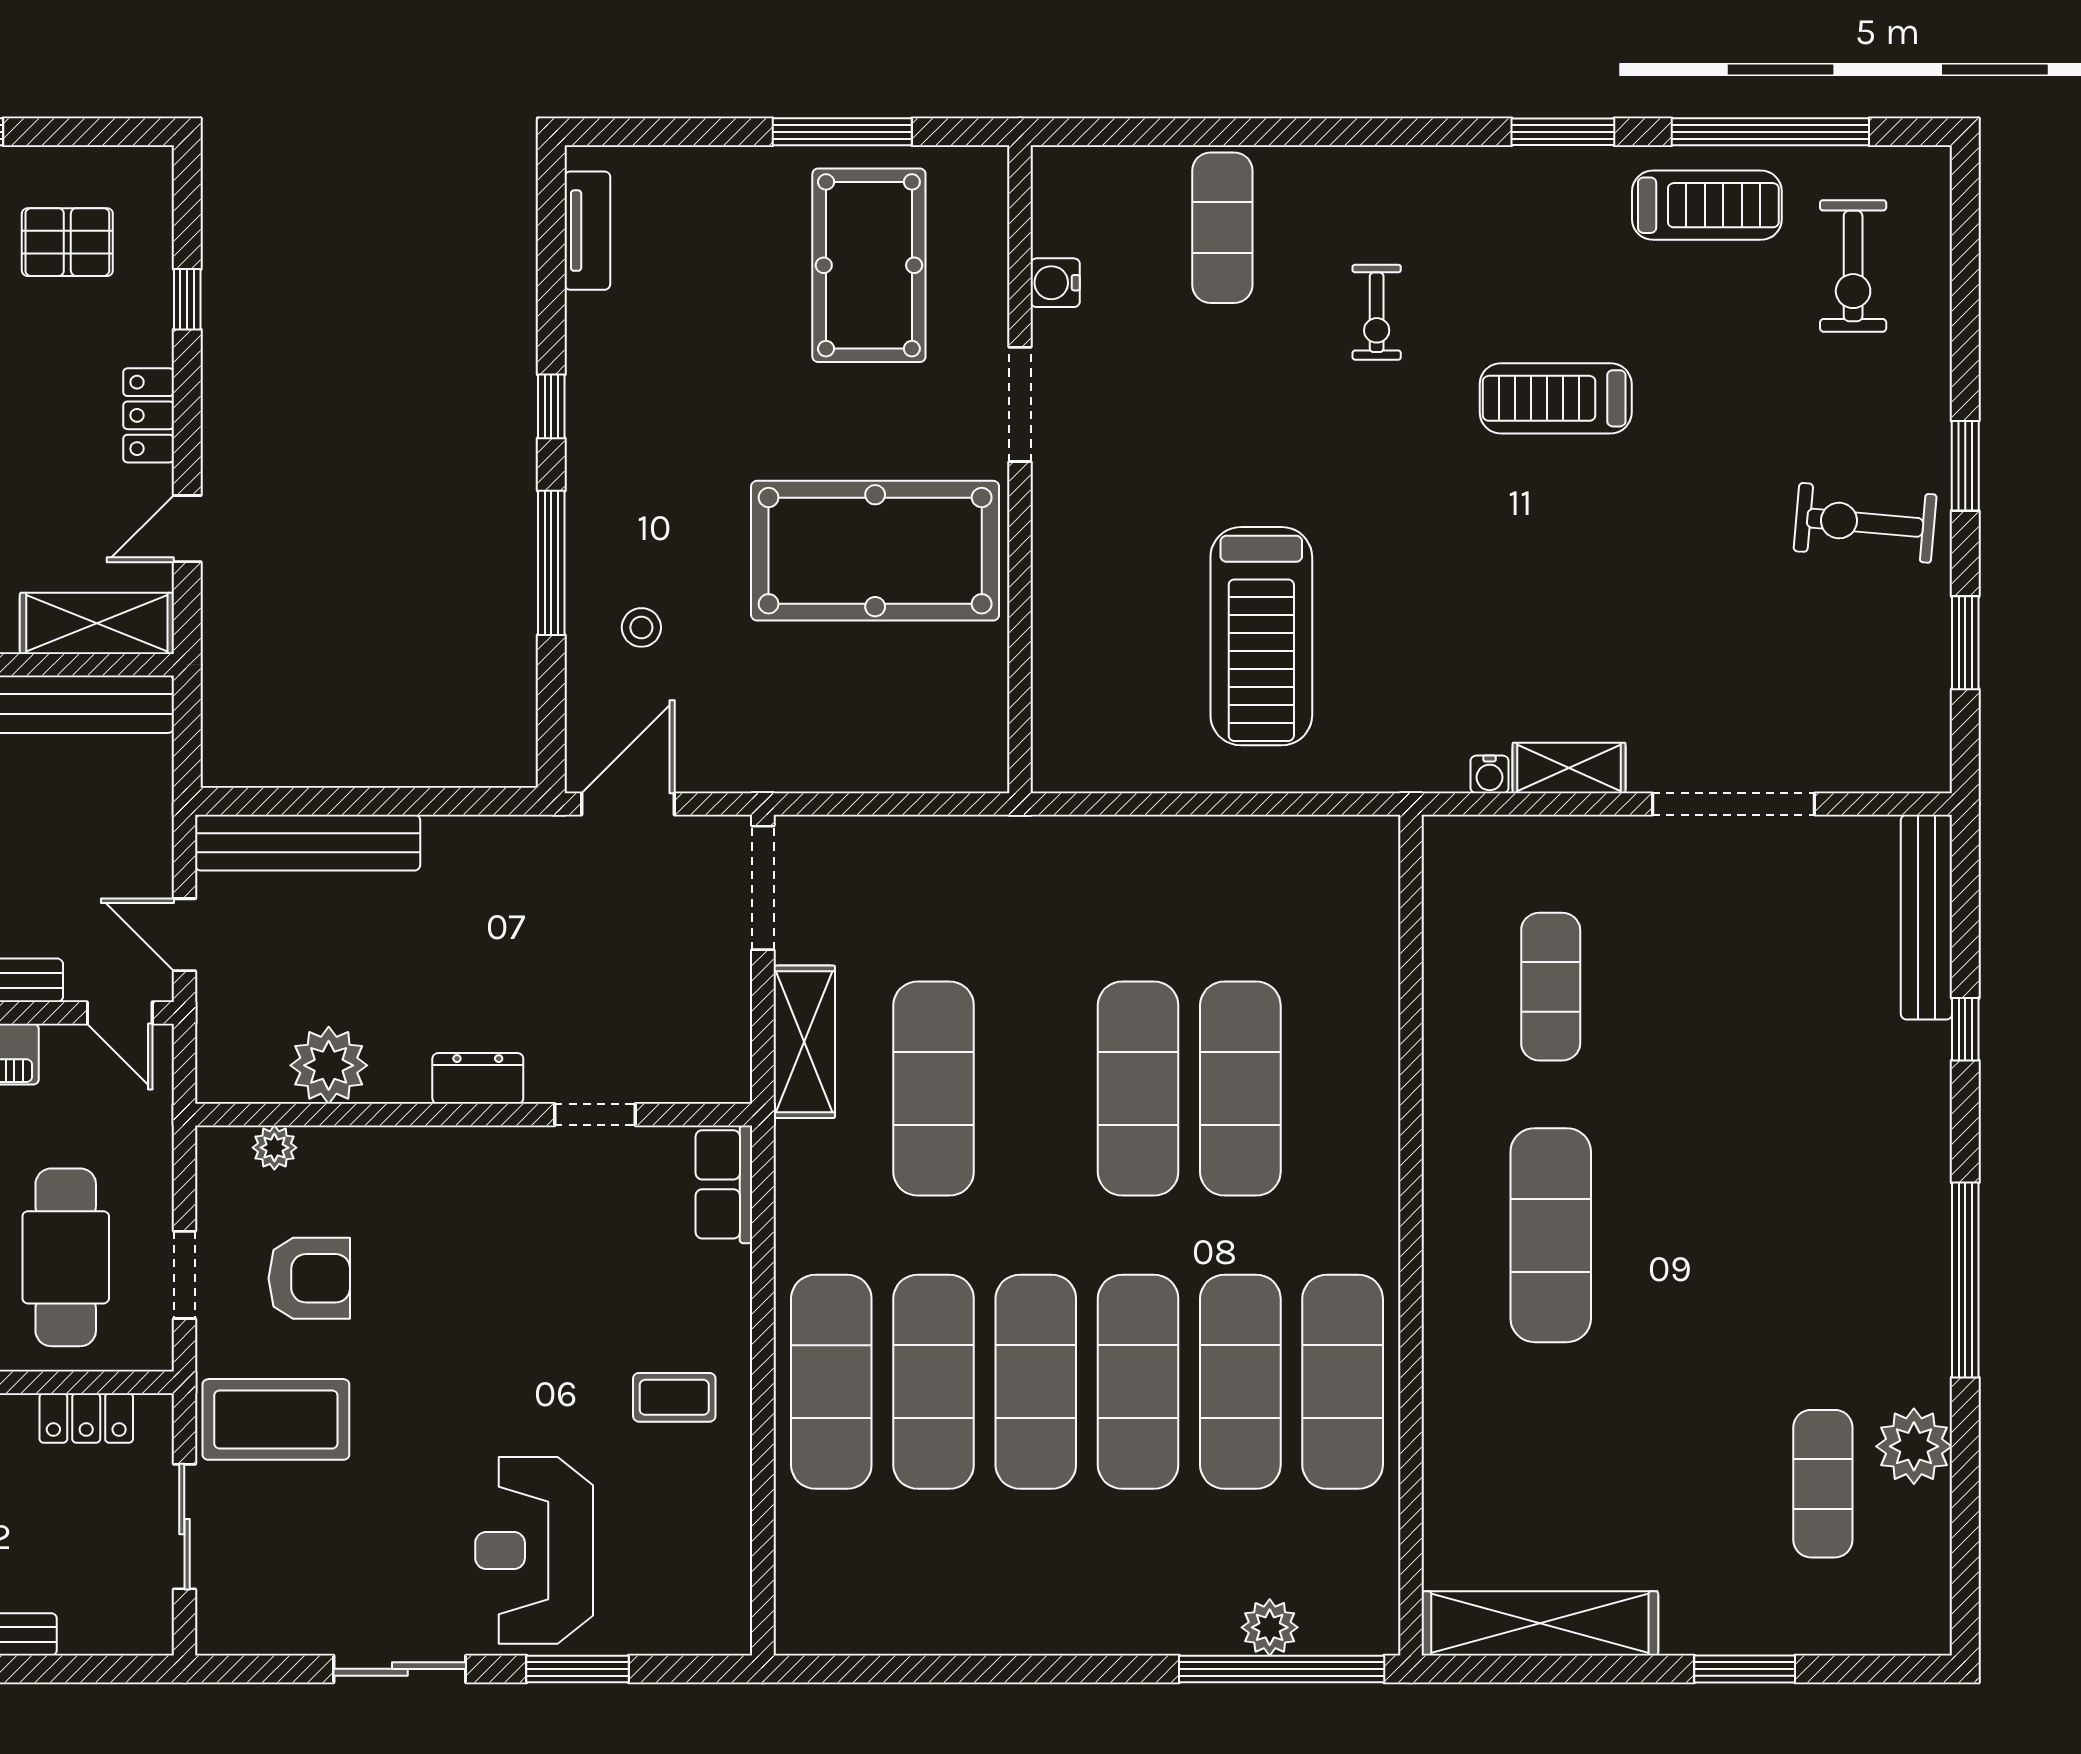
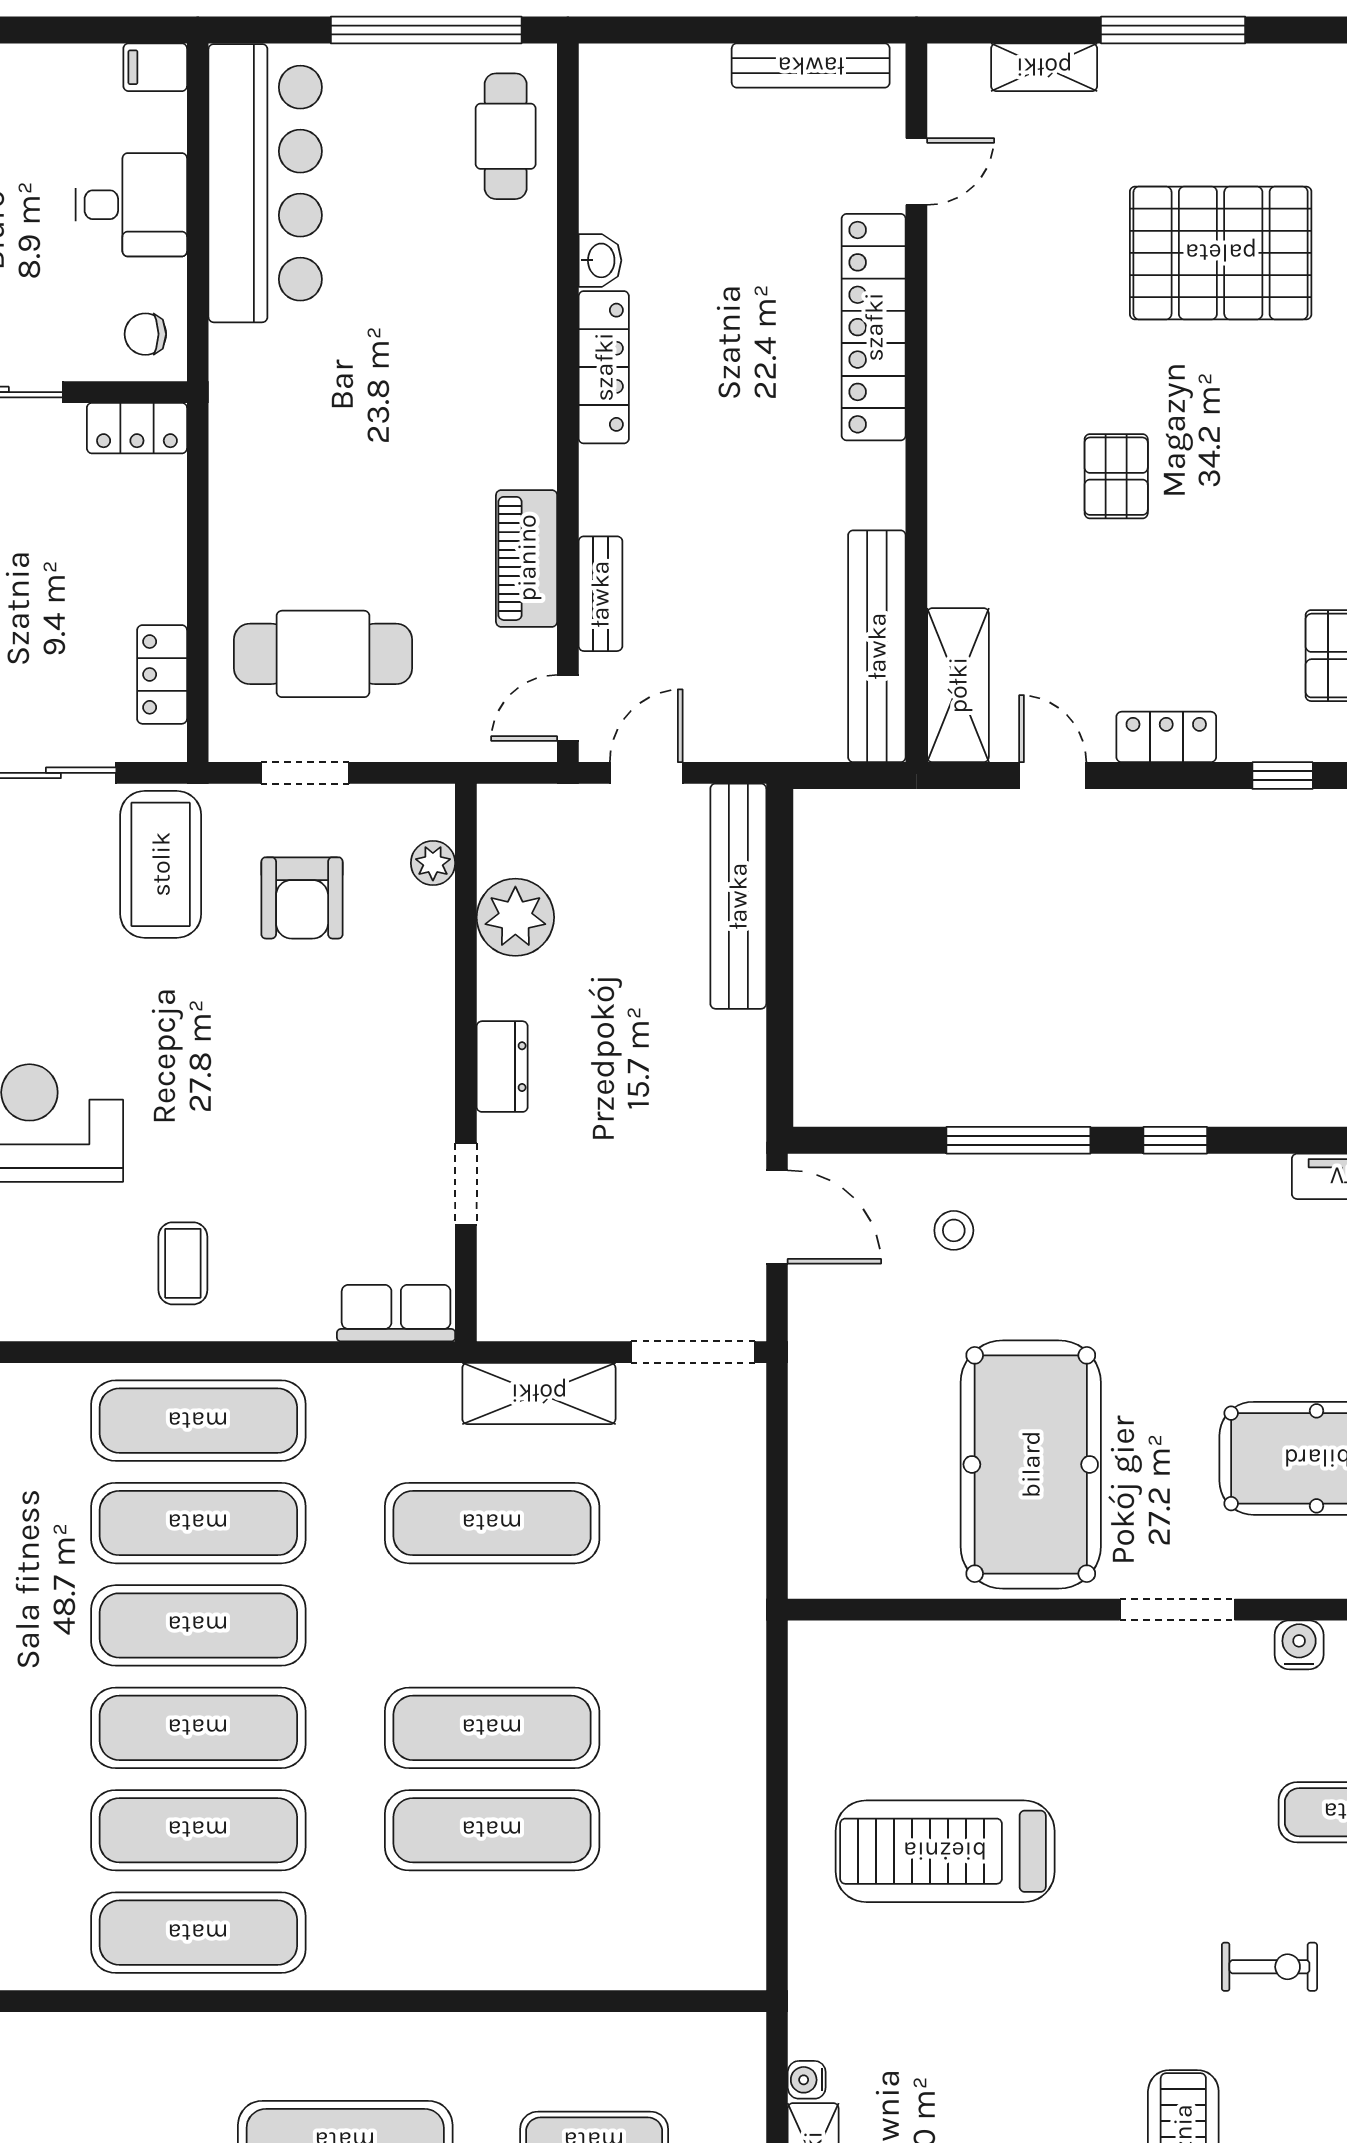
exercise bike: (1377, 312) -> (1269, 1967), turned 180

